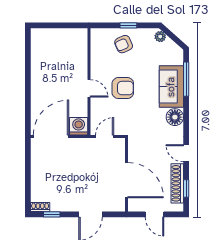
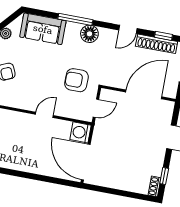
window: (186, 79) -> (75, 19), moved
sofa: (171, 87) -> (43, 29), moved
armchair: (123, 88) -> (76, 80), moved, turned -90
door: (105, 137) -> (96, 108), swing flipped

